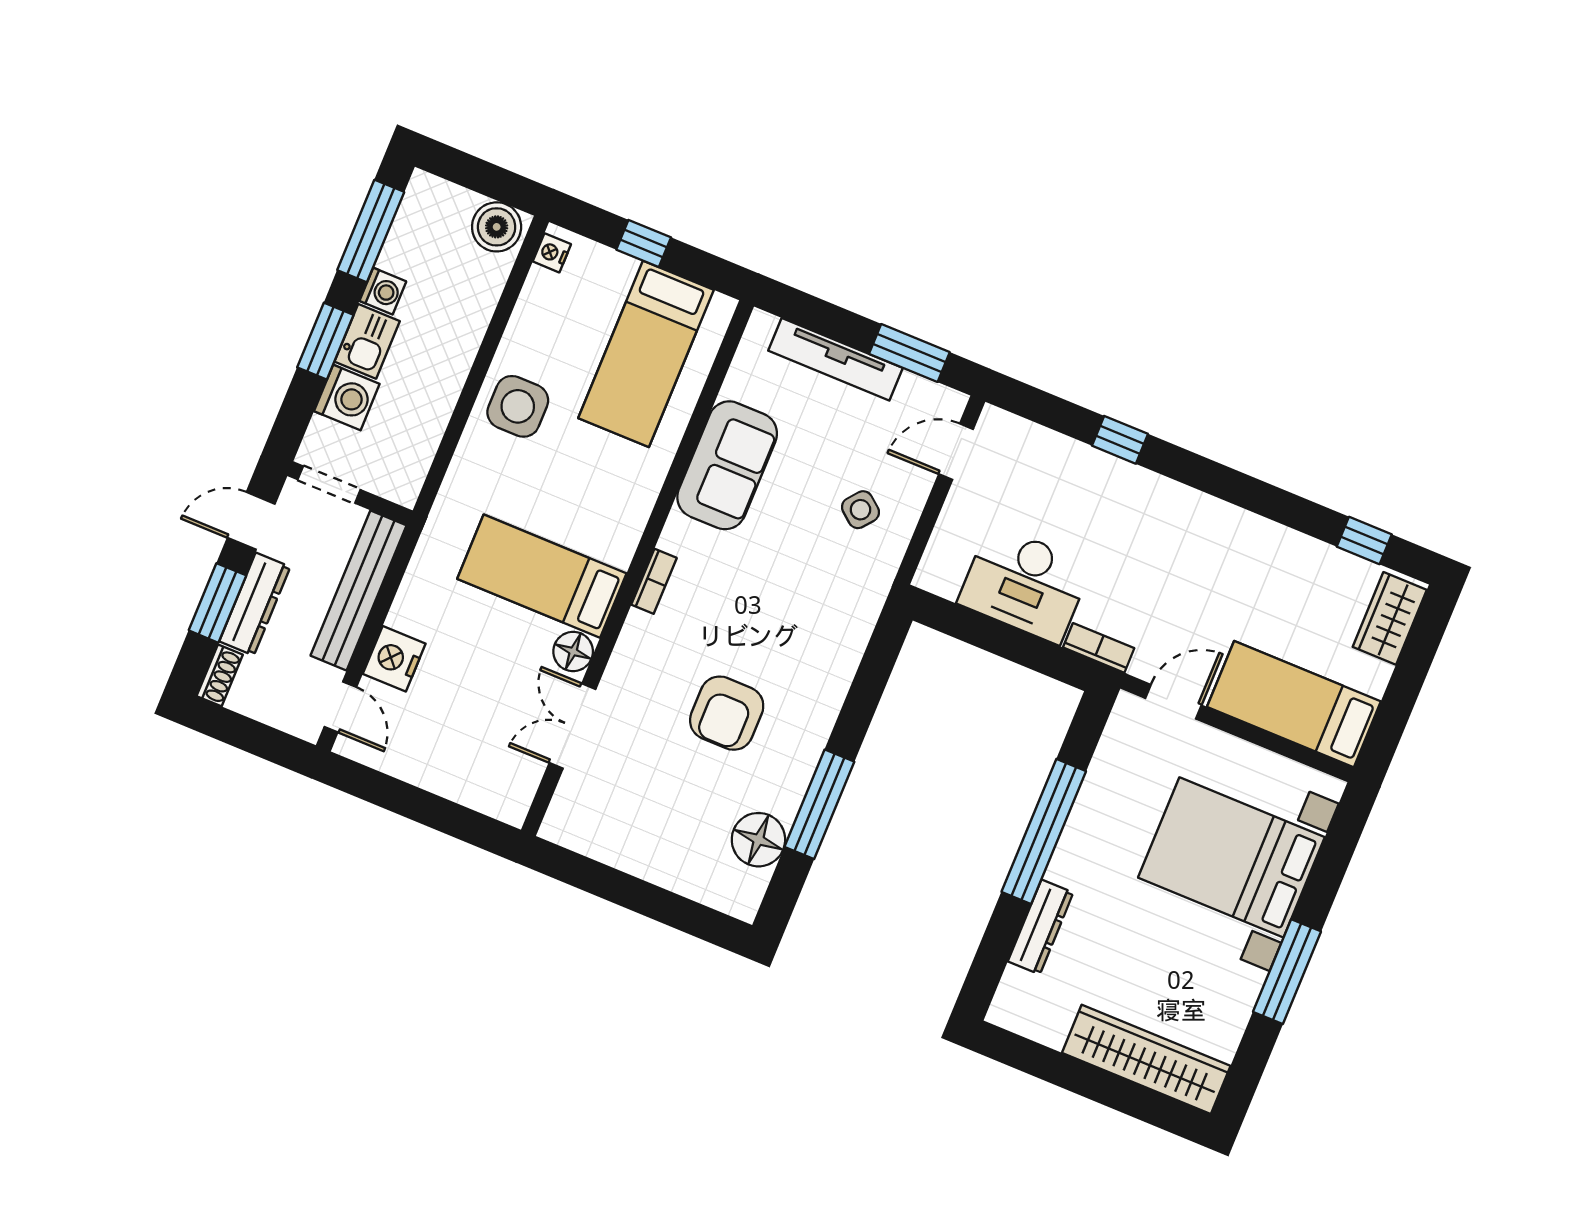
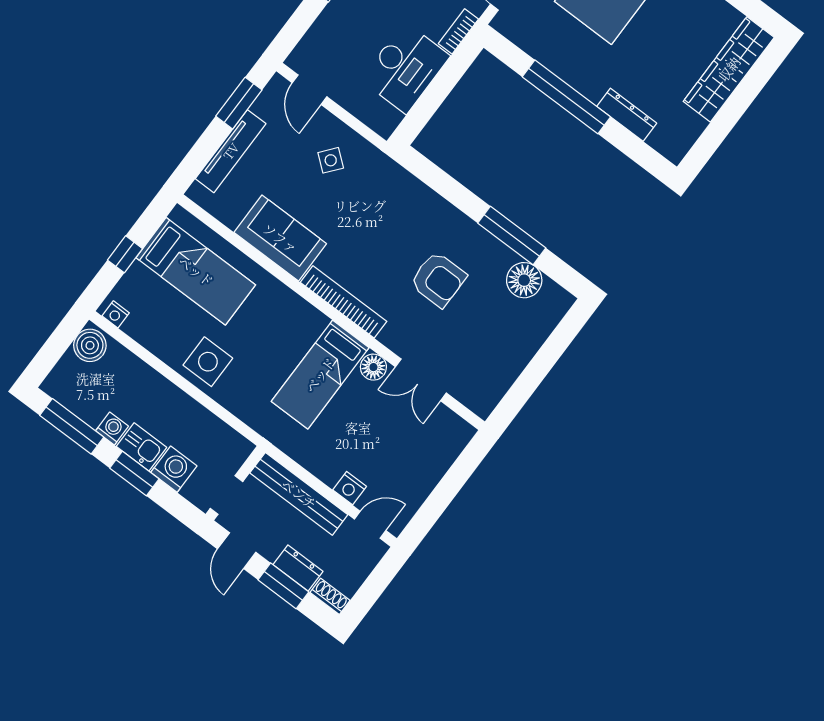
bookcase: (654, 581) -> (344, 302), width x2.31, depth x1.31
dresser: (255, 604) -> (298, 568), width x0.70
nightstand: (394, 659) -> (350, 488), width x0.74, depth x0.75

